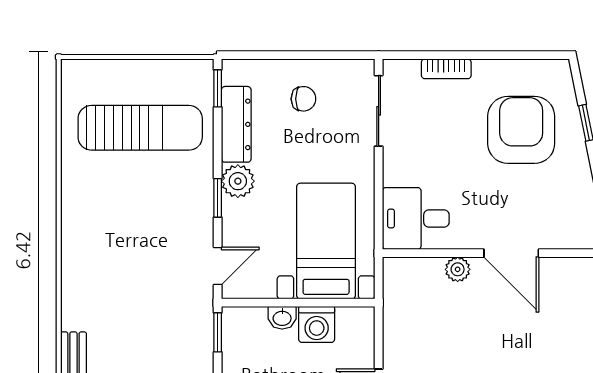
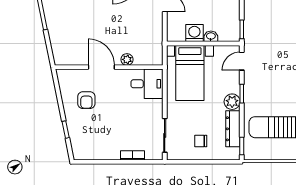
armchair: (521, 130) -> (86, 100), moved, width x0.53, depth x0.53

